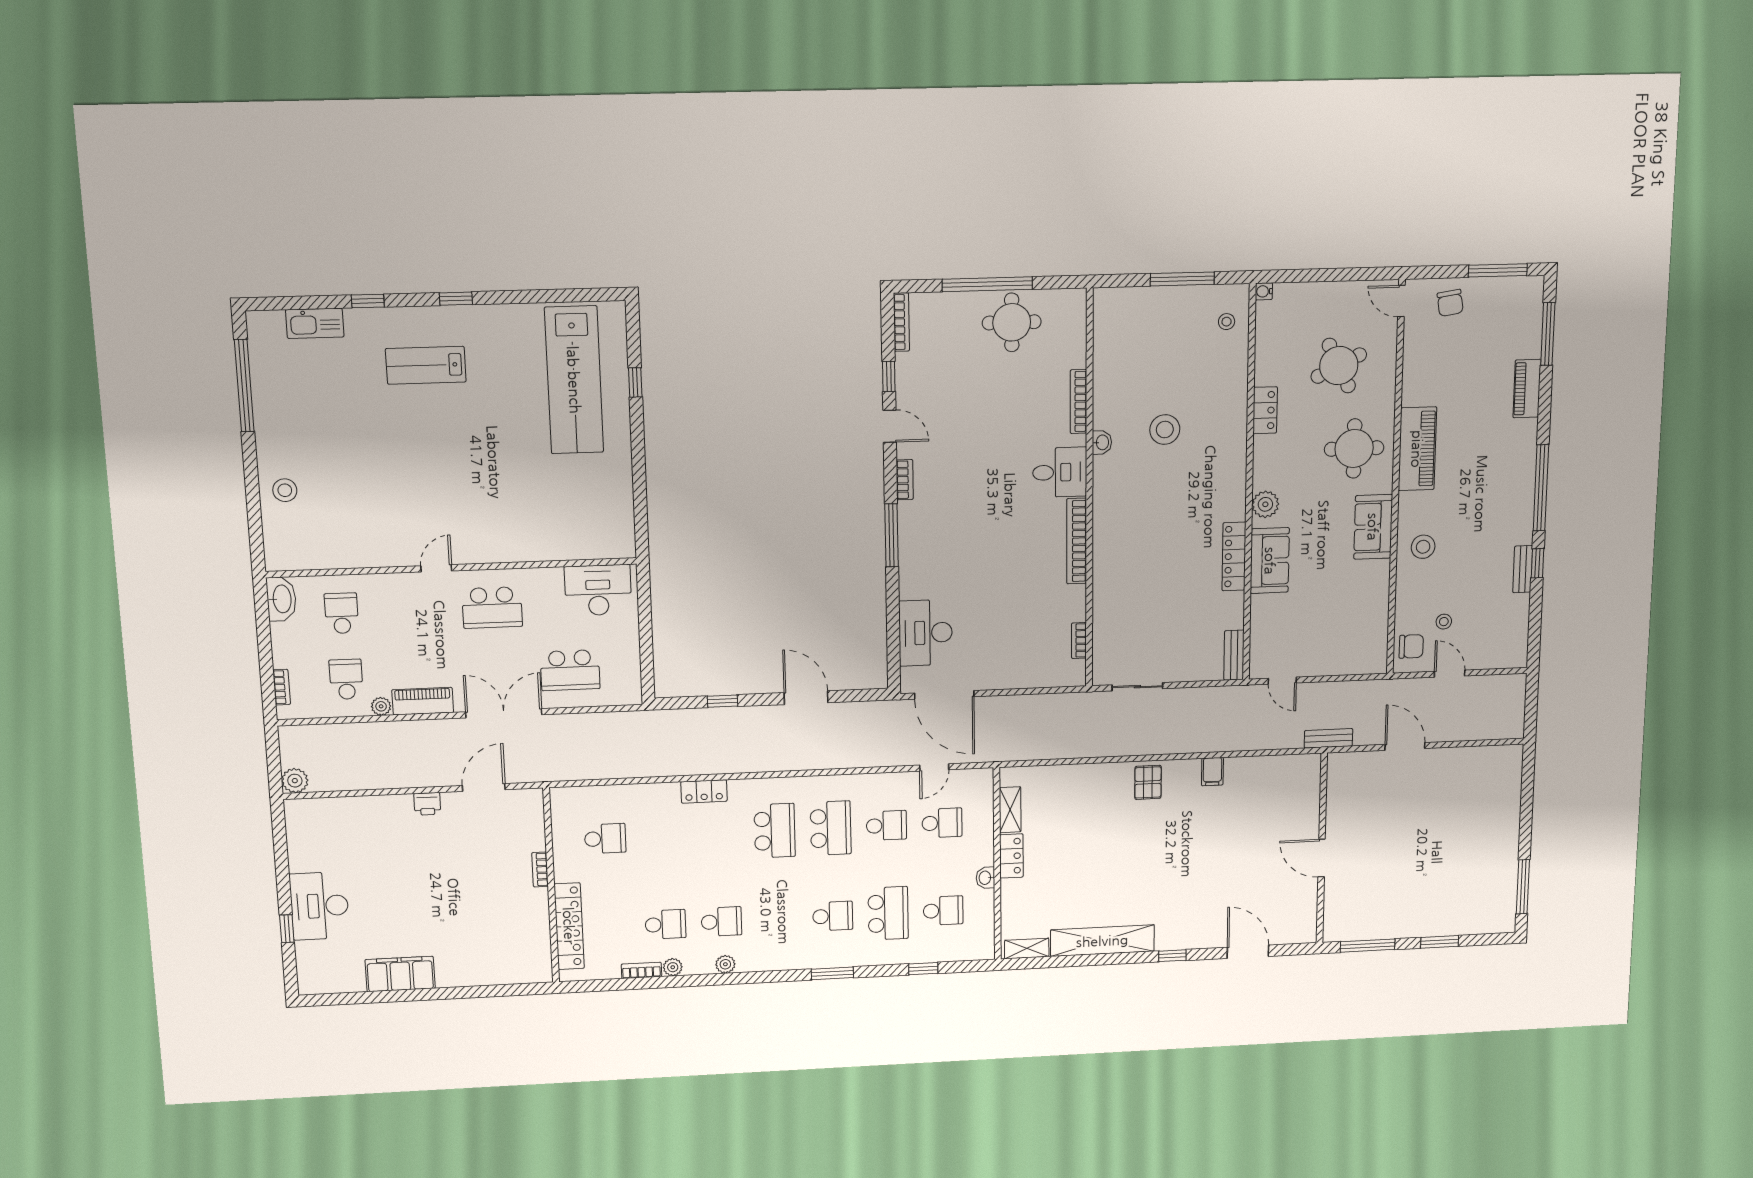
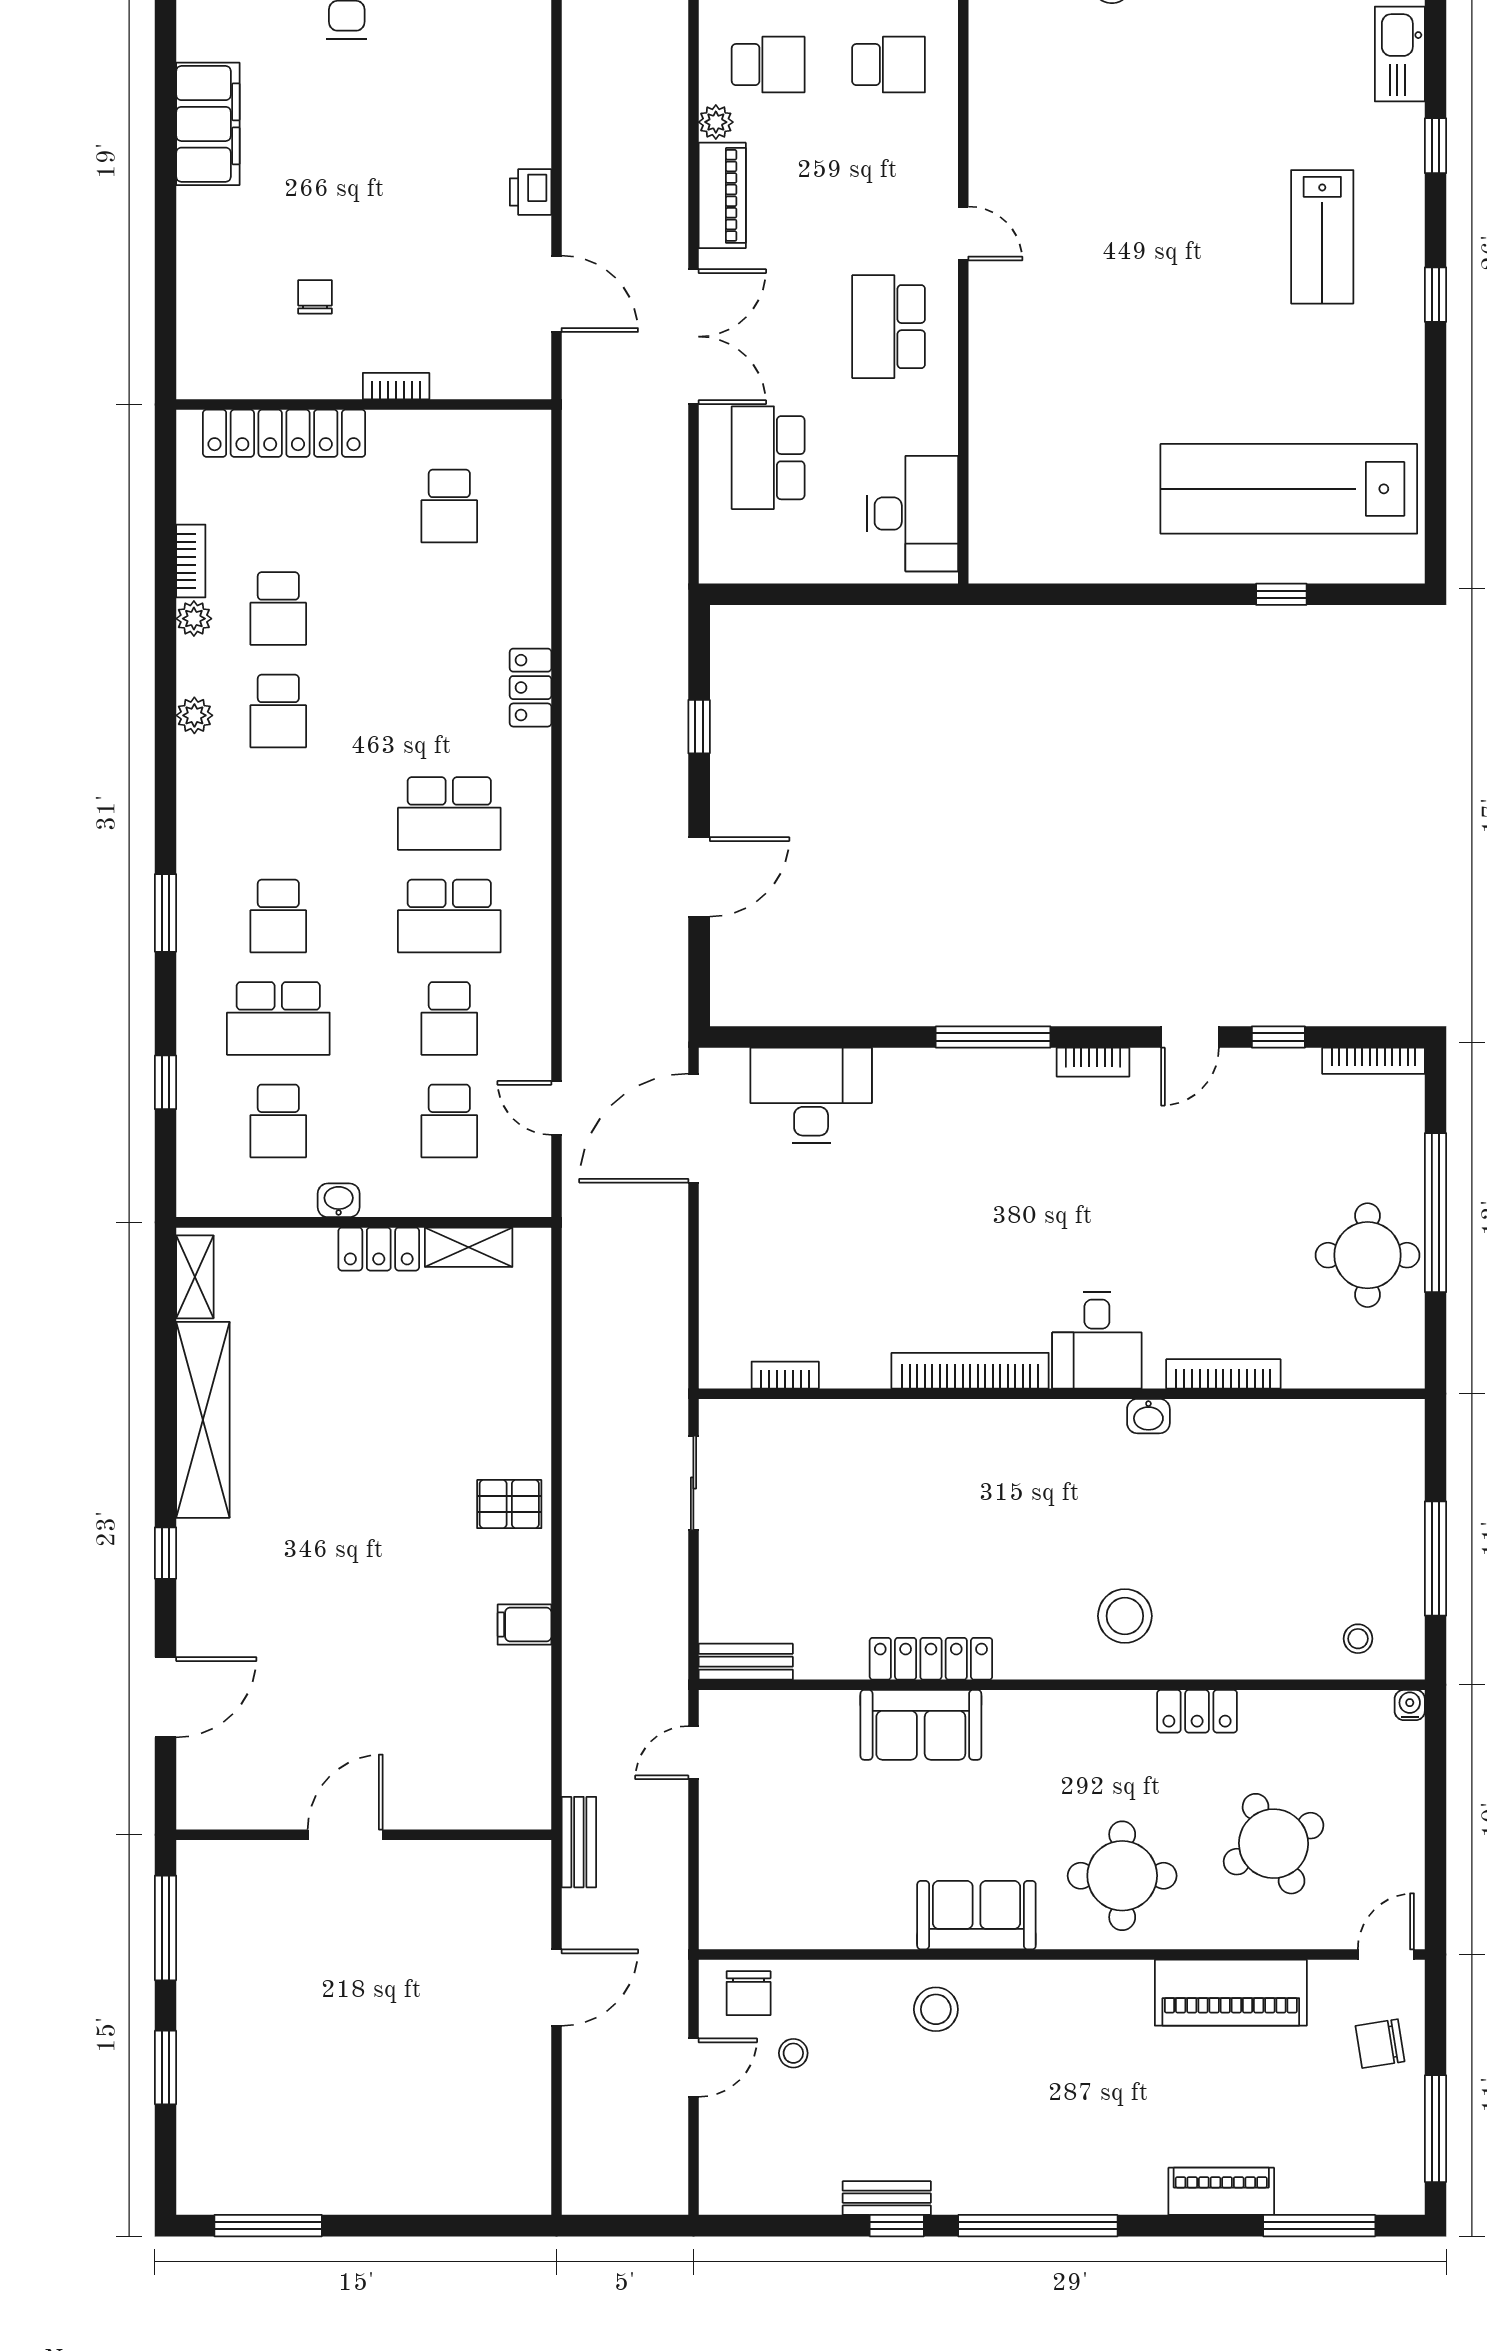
lab bench: (426, 365) -> (1322, 237), turned 180
stool: (1165, 430) -> (1125, 1616), moved
piano: (1417, 449) -> (1231, 1993), moved
plant: (1265, 504) -> (1025, 1715), removed
chair: (493, 914) -> (315, 297), added

